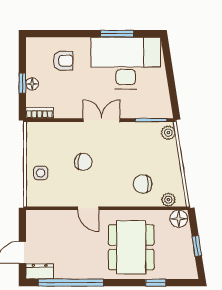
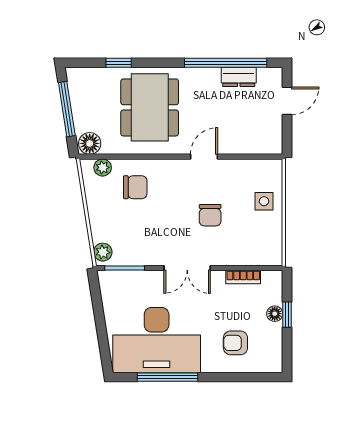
window: (117, 34) -> (168, 377), width x1.44
bookcase: (40, 113) -> (243, 277), moved
chair: (83, 162) -> (210, 215), turned -98
door: (88, 208) -> (204, 157), hinge flipped
window: (197, 246) -> (67, 109), width x2.17
dresser: (40, 271) -> (239, 77), moved

